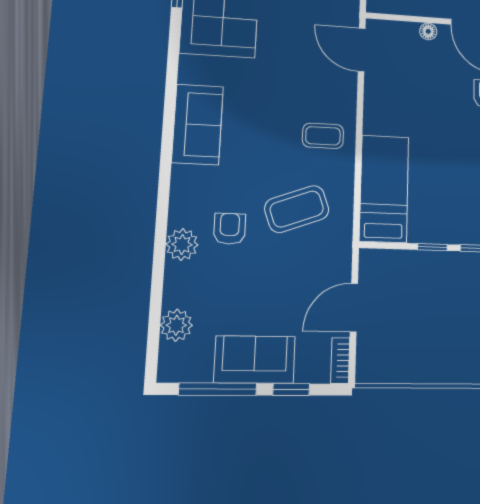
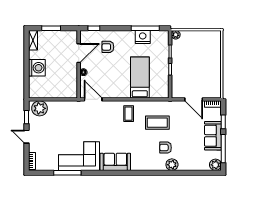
door: (362, 50) -> (93, 99), swing flipped
sofa: (198, 124) -> (115, 162), moved
bed: (384, 189) -> (140, 78), moved, turned 90
coffee table: (297, 209) -> (157, 123), turned -70
plant: (176, 325) -> (215, 165), moved

